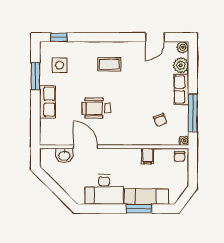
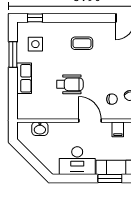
wheelchair: (96, 108) -> (70, 84), turned 180
chair: (141, 124) -> (112, 99), added
door: (85, 147) -> (90, 121), moved

